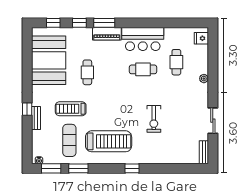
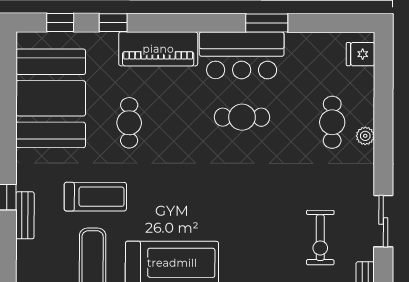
window: (104, 23) -> (267, 23), moved
piano: (107, 34) -> (158, 49), width x1.37, depth x1.33
cafe table: (176, 62) -> (332, 122), moved
treadmill: (71, 109) -> (95, 197), turned 180
exercise bike: (154, 119) -> (320, 238), moved

